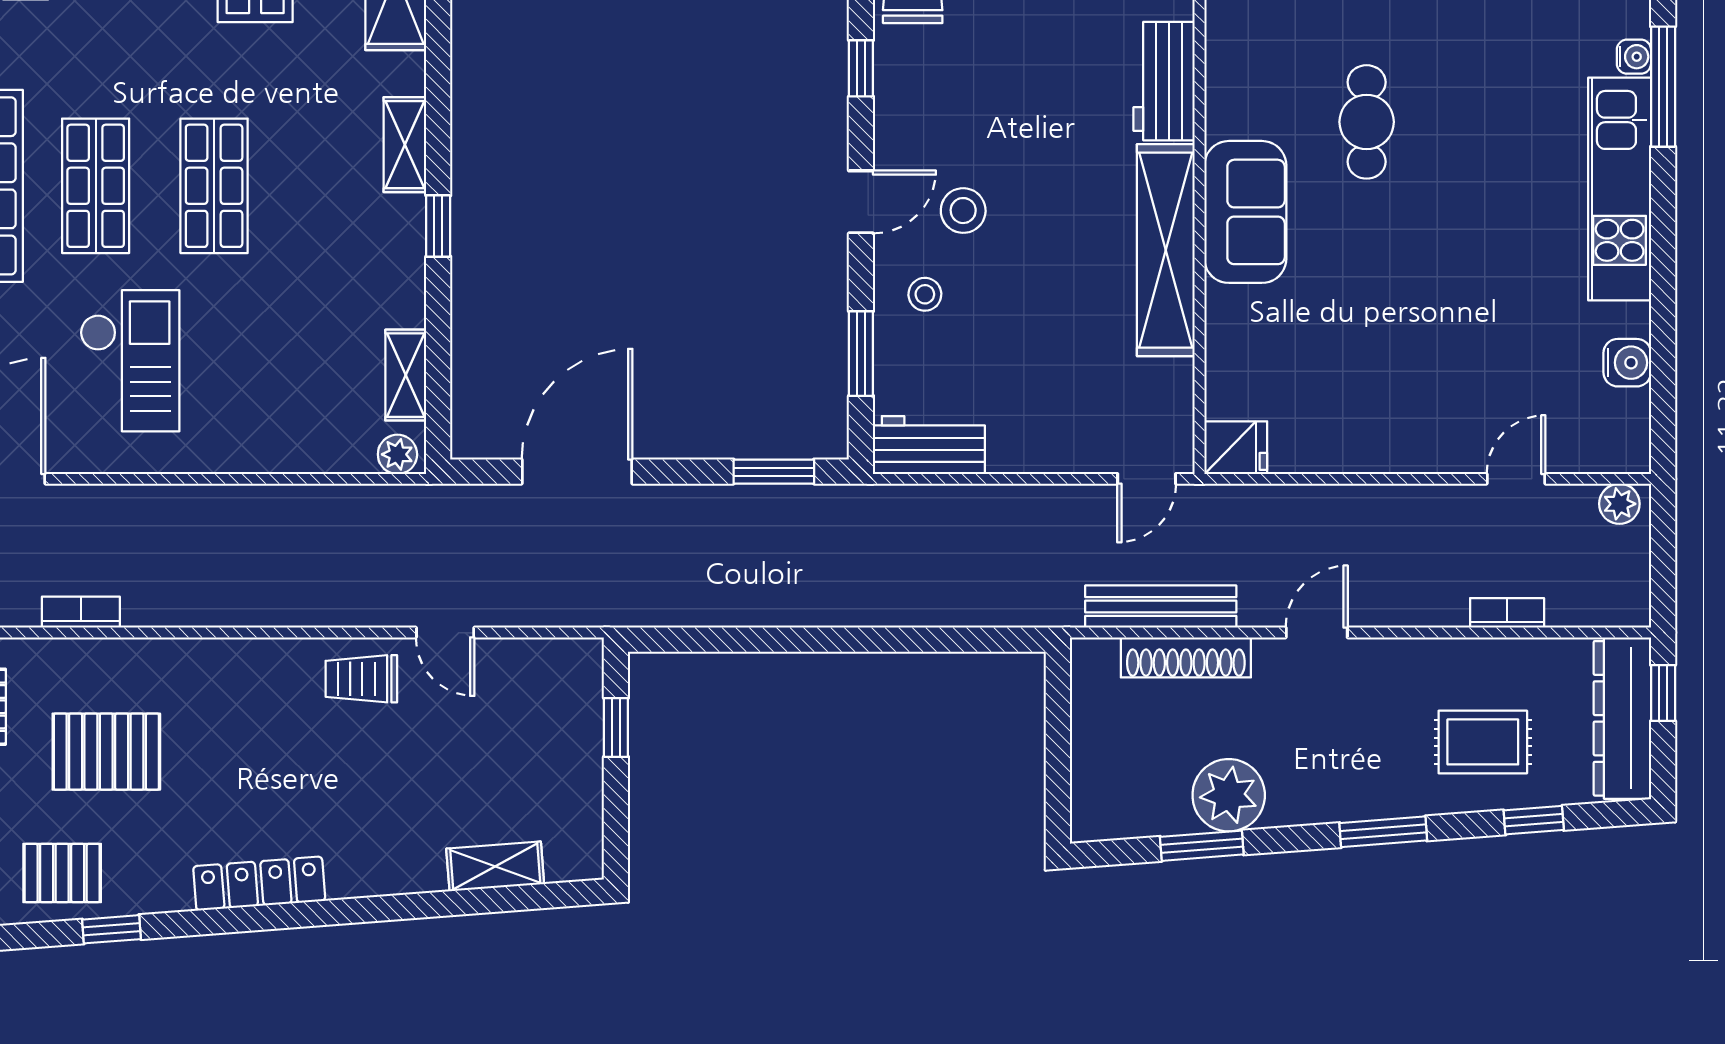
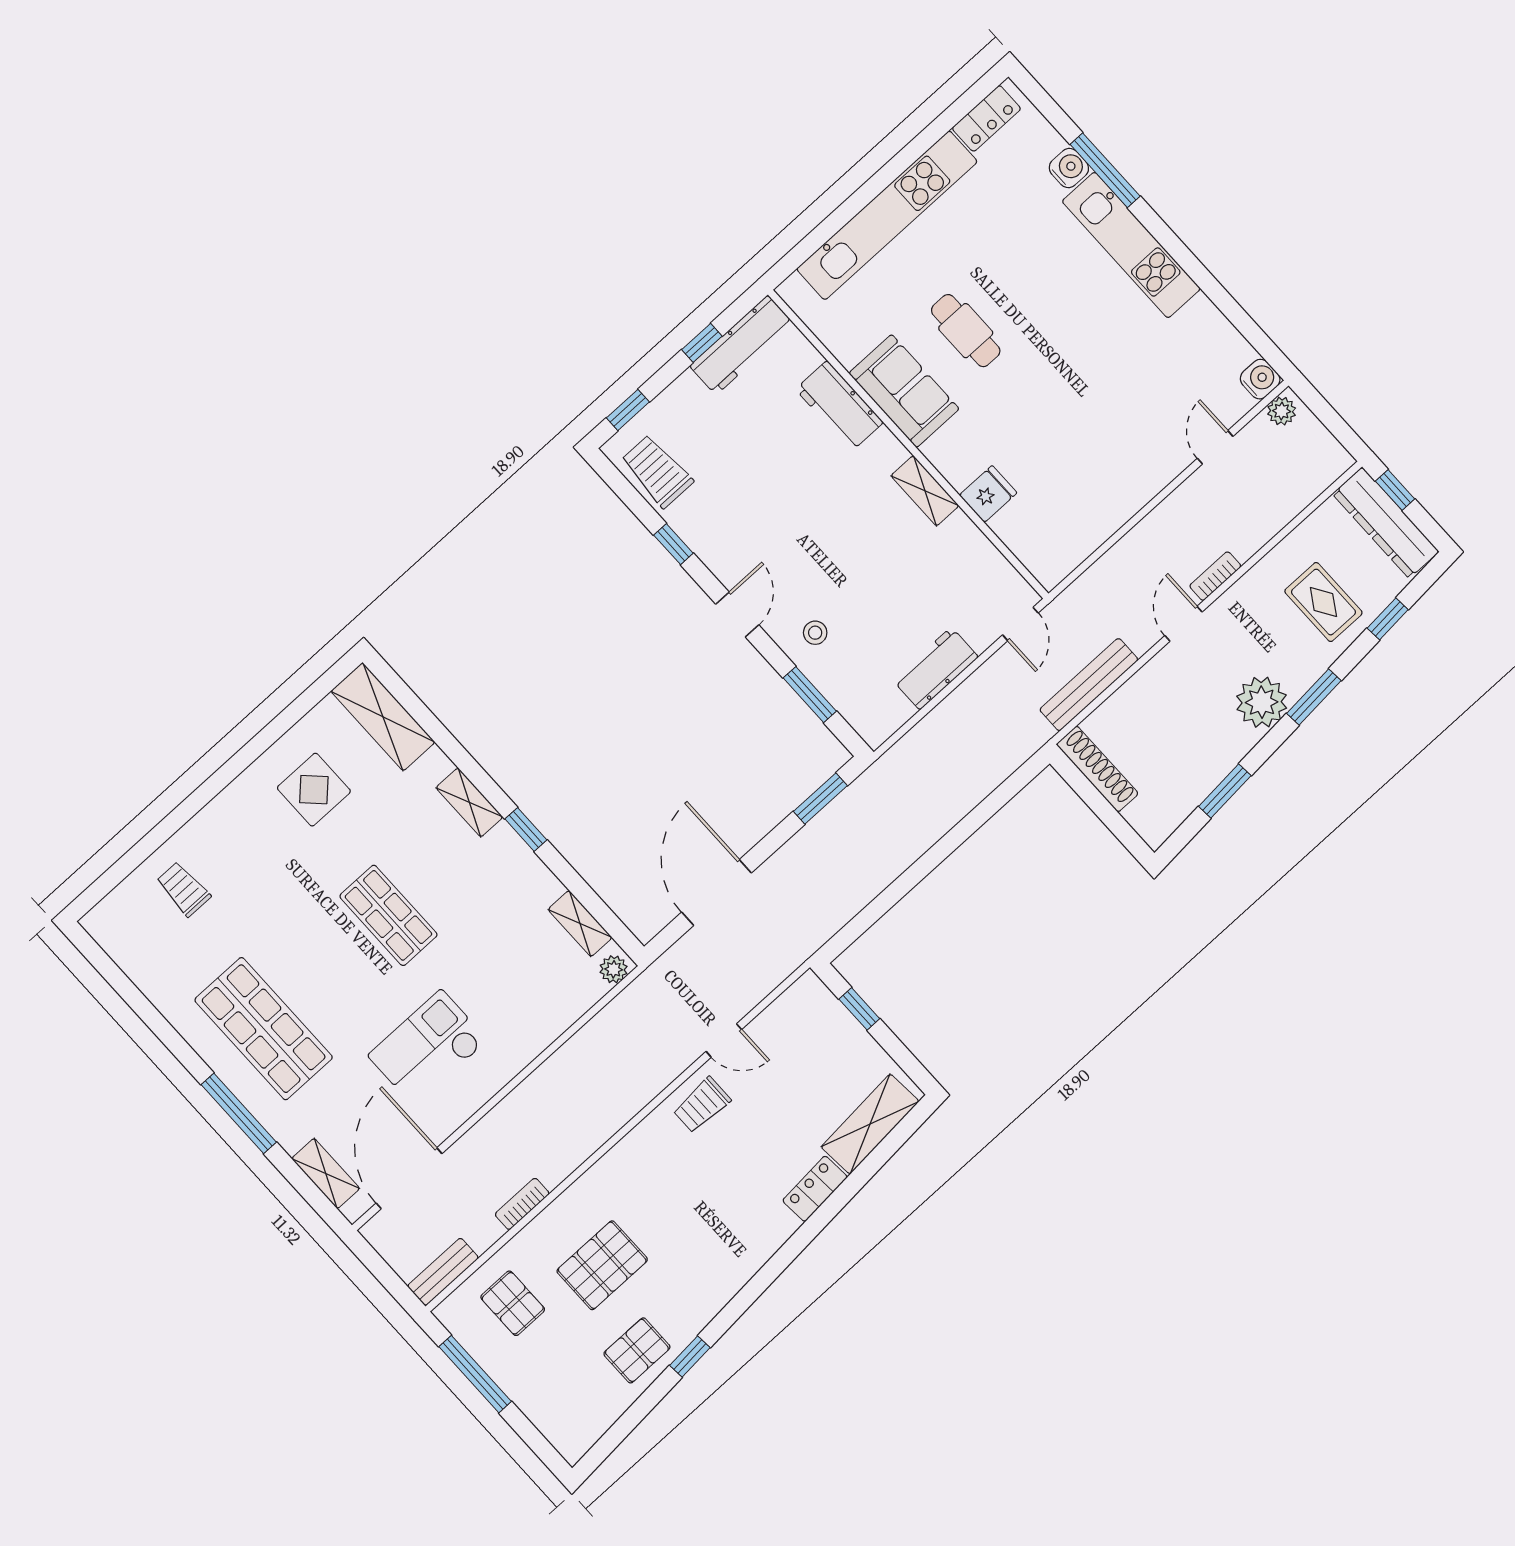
water cooler: (1634, 57) -> (1069, 168), width x1.38, depth x1.38
shop shelf: (96, 186) -> (326, 972), removed
stool: (963, 211) -> (795, 570), removed
sofa: (1245, 212) -> (904, 391), moved
shelving: (1166, 250) -> (925, 491), width x0.45, depth x0.75
checkout: (130, 361) -> (428, 1048), turned -90
water cooler: (1627, 363) -> (1260, 379), moved
workbench: (929, 445) -> (936, 668), moved
fridge: (1236, 448) -> (988, 494), moved
bookcase: (1507, 613) -> (1215, 576), moved
shoe rack: (1186, 657) -> (1097, 769), moved, turned -90
rug: (1483, 742) -> (1323, 602), turned 90
plant: (1229, 795) -> (1262, 702), moved
shelving: (495, 866) -> (870, 1124), width x1.50, depth x1.33
locker: (259, 884) -> (815, 1189), moved, width x0.66

